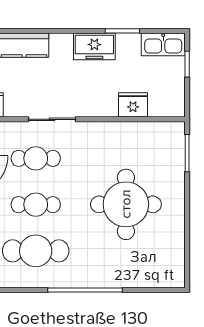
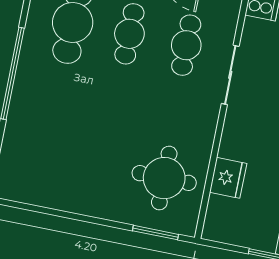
round table: (126, 204) -> (164, 178), moved, width x0.73, depth x0.73

